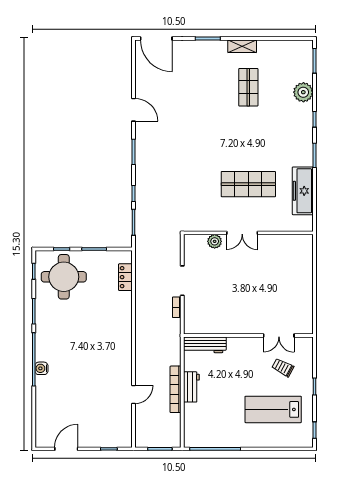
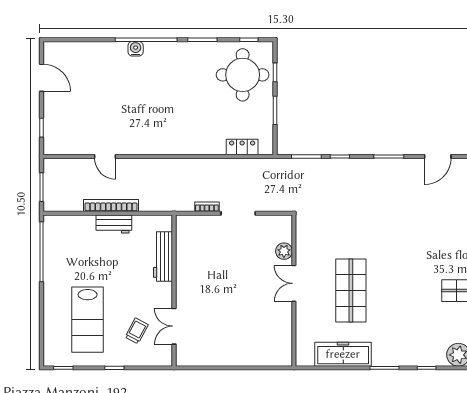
workbench: (205, 345) -> (163, 257), moved
lab bench: (273, 409) -> (88, 320), turned 180

